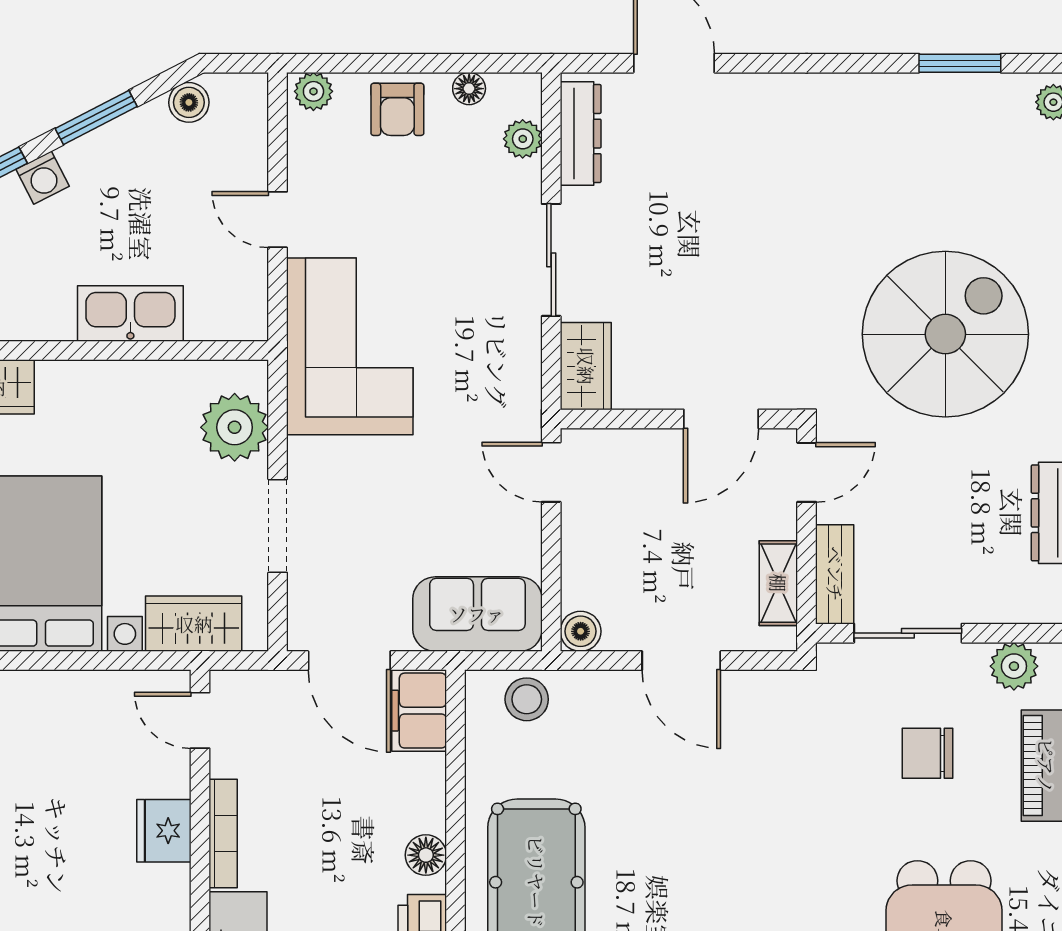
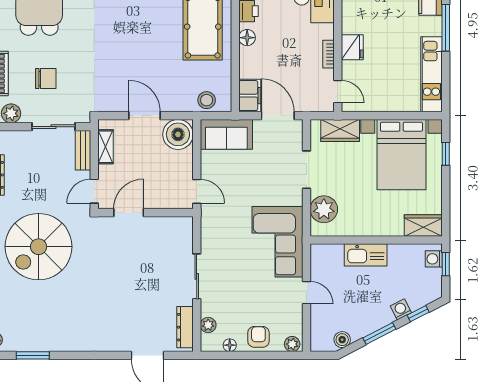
wardrobe: (586, 366) -> (183, 234), removed
boiler: (581, 631) -> (178, 134), width x1.86, depth x1.86
bookcase: (223, 833) -> (328, 54), width x0.64

